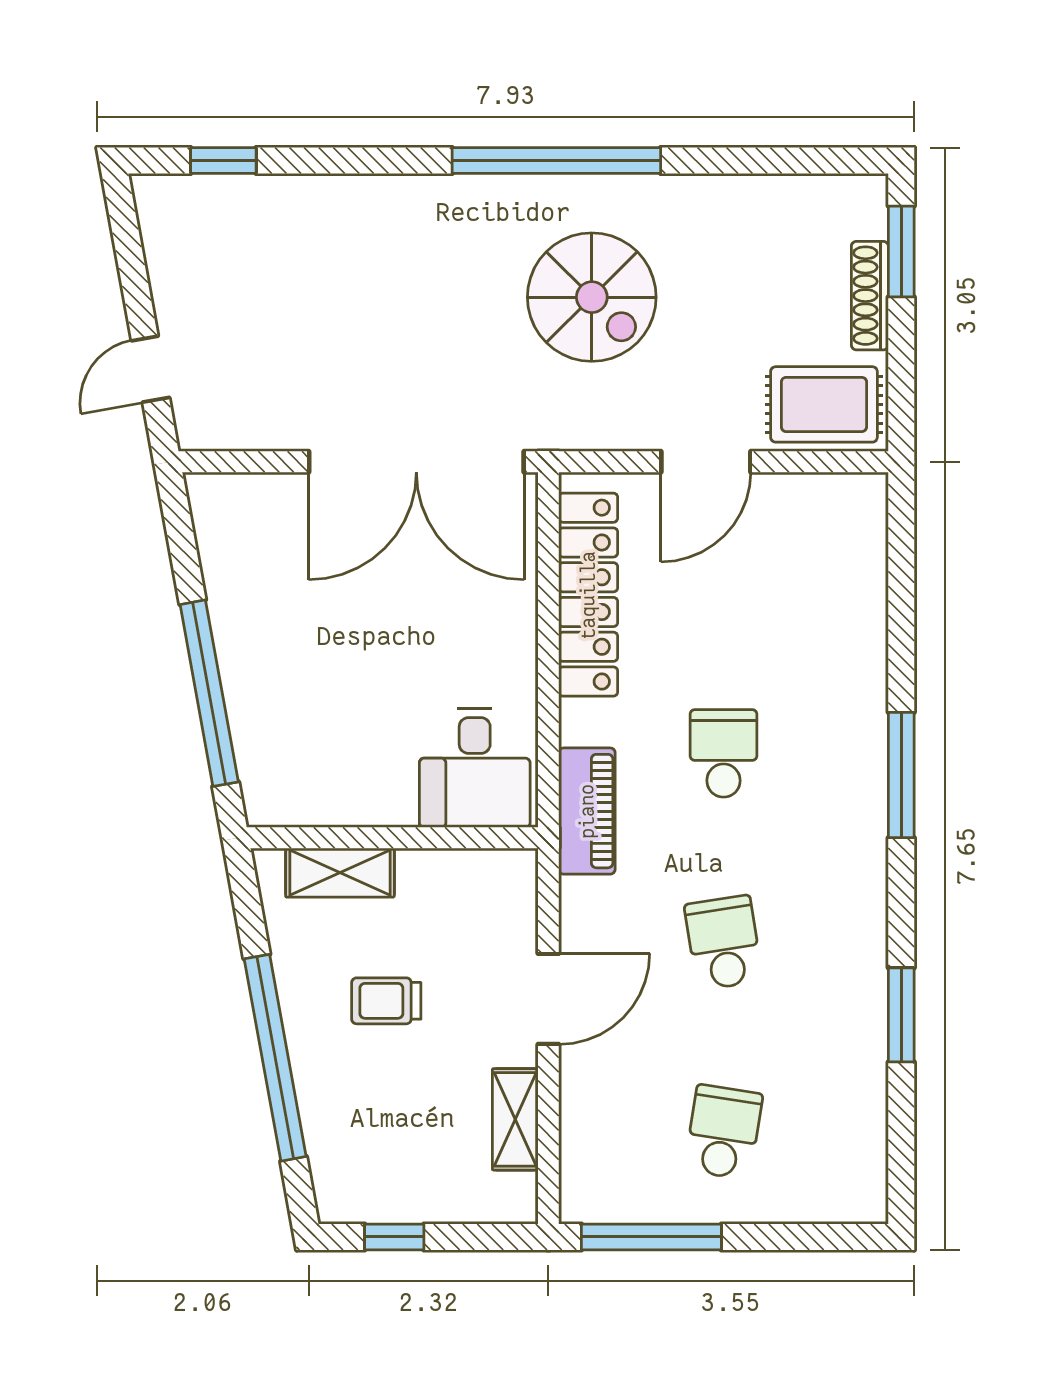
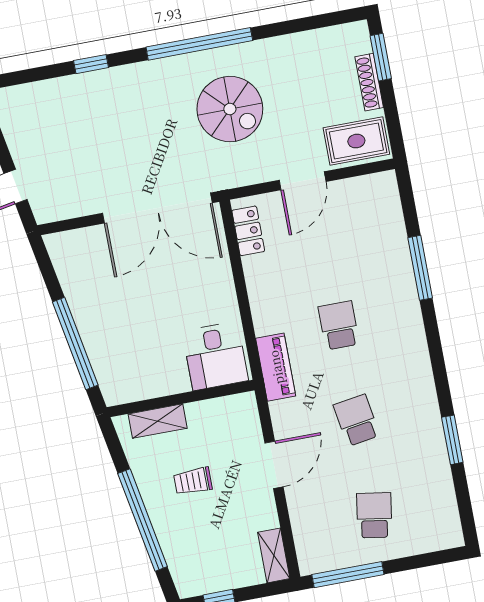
window: (223, 160) -> (91, 64), moved
locker: (588, 595) -> (248, 231), width x0.46, depth x0.83
window: (901, 775) -> (420, 268), moved
shelving: (515, 1119) -> (274, 555), moved

